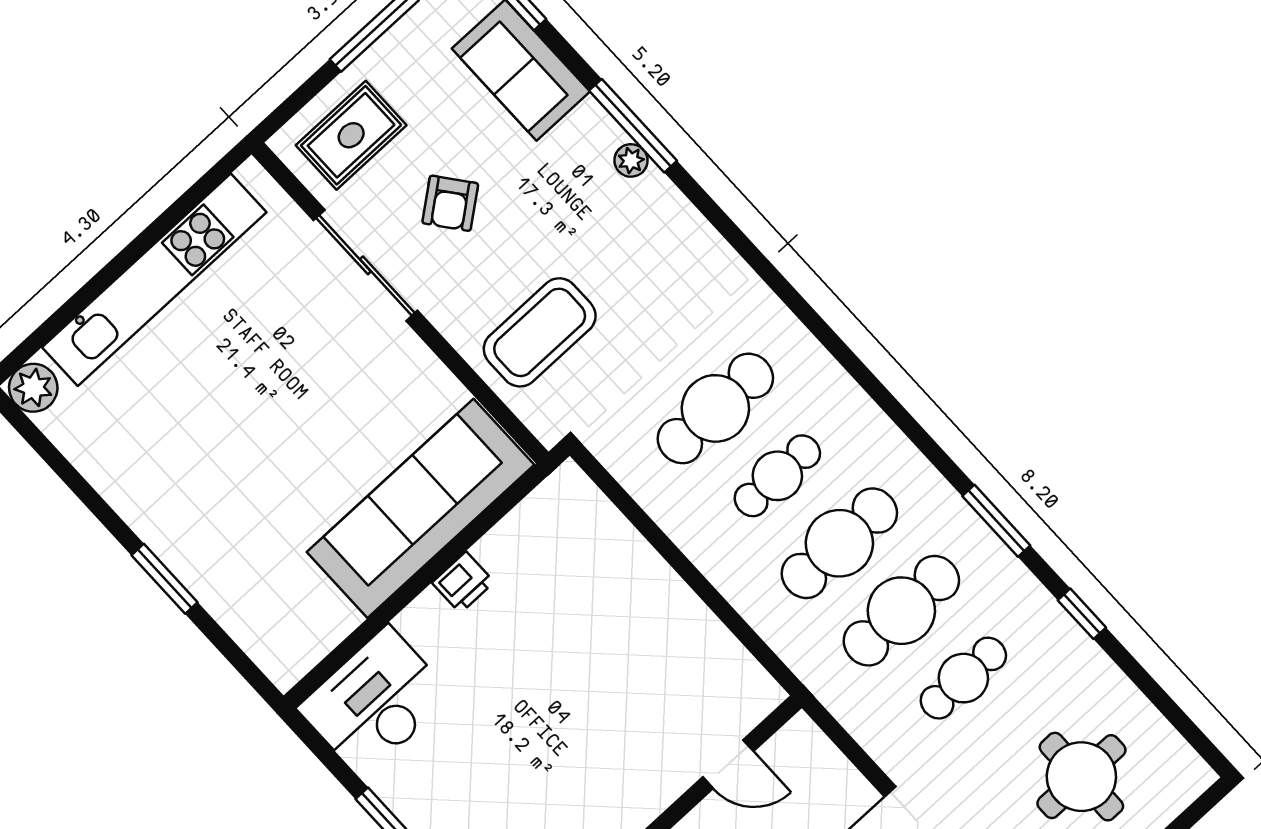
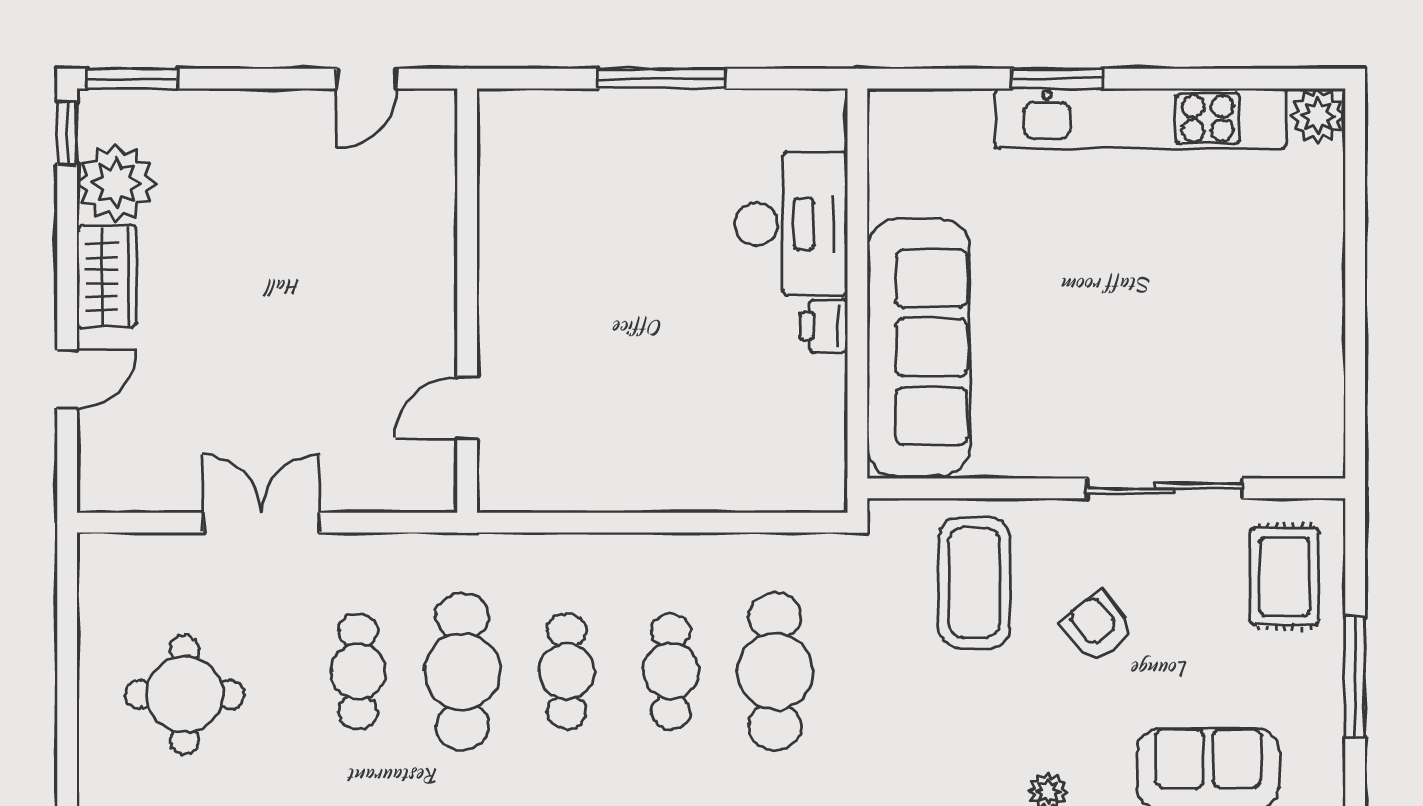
armchair: (450, 203) -> (1098, 627), moved
kitchen unit: (154, 280) -> (1141, 119), moved, turned -90
cafe table: (839, 543) -> (567, 671), width x0.73, depth x0.74
desk: (375, 702) -> (791, 224), moved

